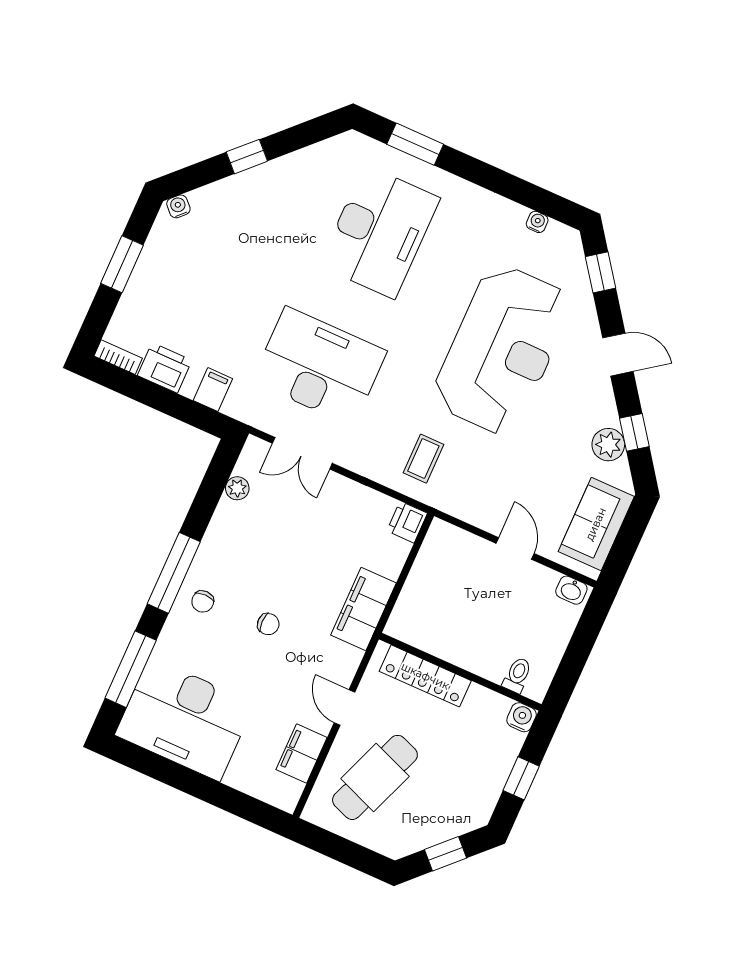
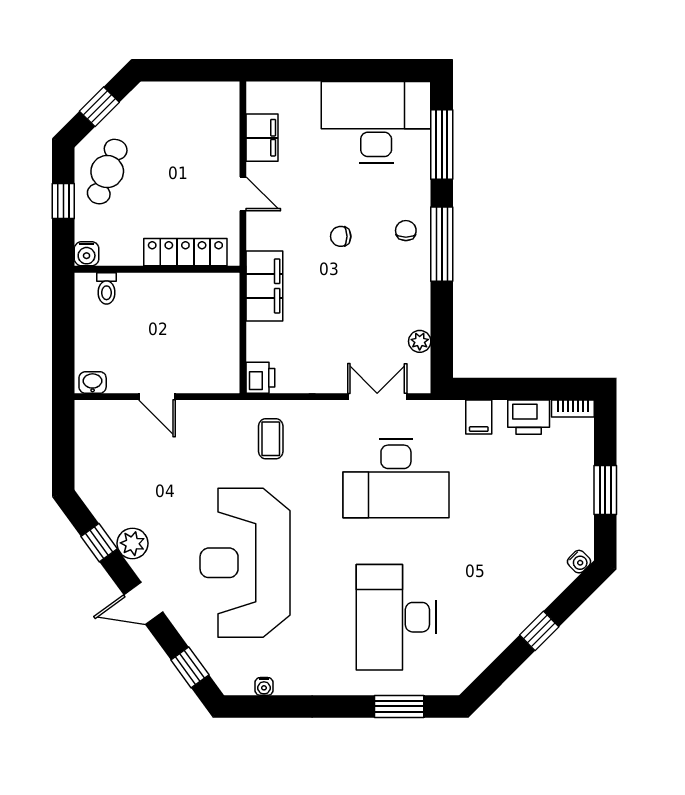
plant: (608, 445) -> (132, 543), moved
sofa: (596, 524) -> (97, 449), removed
cafe table: (375, 777) -> (107, 172), moved, width x0.73, depth x0.74

